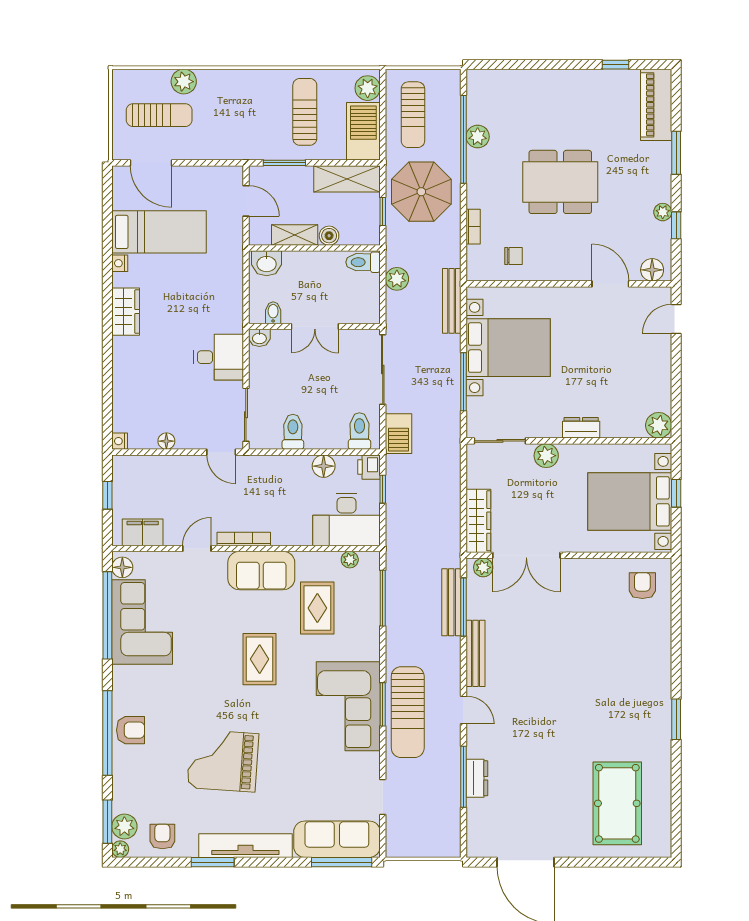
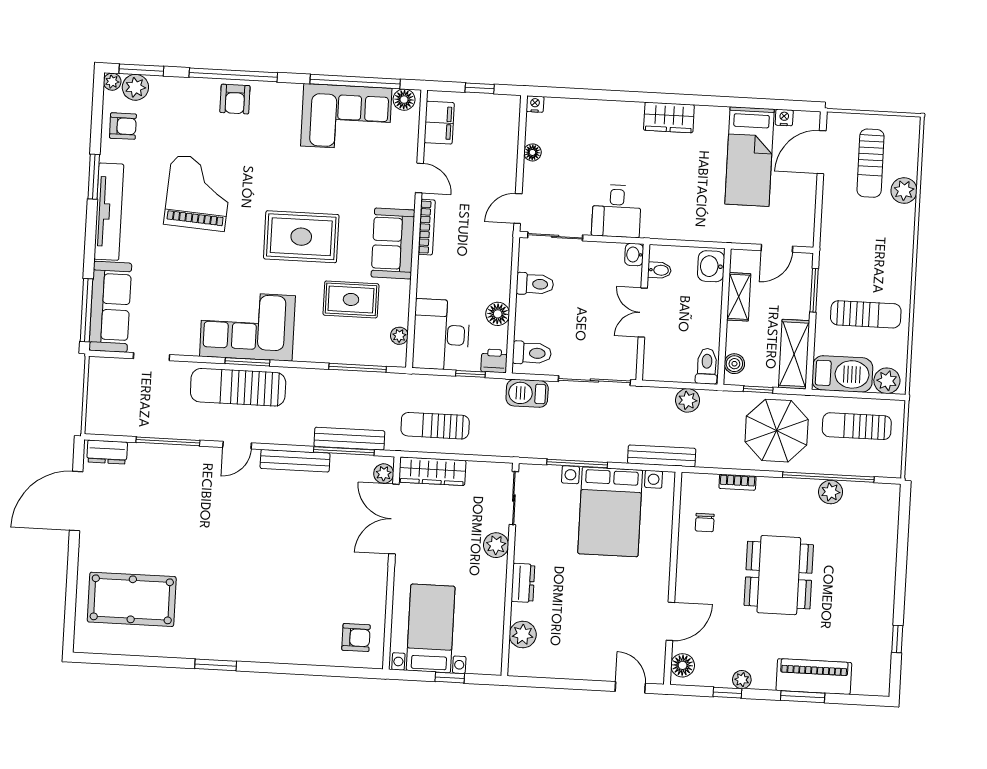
piano: (656, 105) -> (814, 677), moved
boiler: (329, 236) -> (734, 364), moved
nightstand: (120, 263) -> (784, 118), moved
plant: (659, 425) -> (523, 635), moved
bed with nightstands: (630, 501) -> (431, 628), width x0.73
sun lounger: (434, 520) -> (435, 426), added
rug: (260, 659) -> (301, 237), width x1.36, depth x1.43
dresser: (477, 778) -> (107, 452), moved

